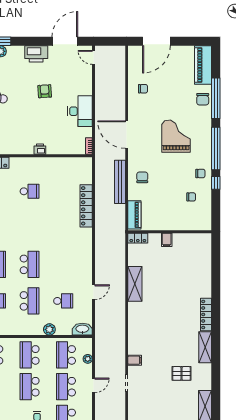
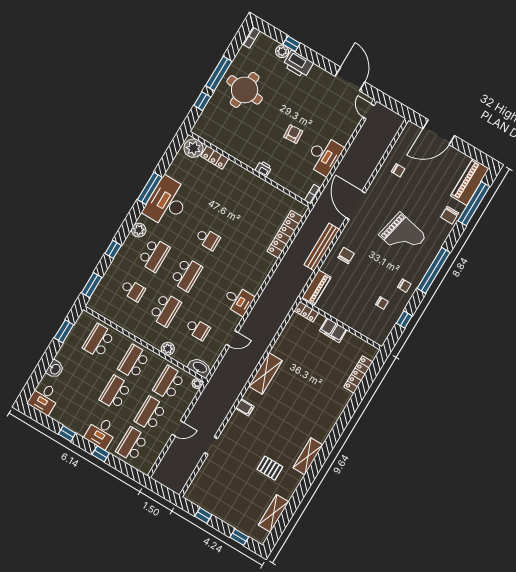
door: (65, 41) -> (350, 79), hinge flipped
printer: (36, 54) -> (298, 64), moved
armchair: (45, 91) -> (293, 134), moved
window: (216, 98) -> (474, 204), moved
grand piano: (176, 136) -> (402, 235), turned 102
window: (216, 183) -> (404, 320), moved
school desk: (30, 191) -> (208, 239), moved
locker: (86, 206) -> (285, 234), moved
filing cabinet: (167, 240) -> (333, 330), width x2.00
desk: (81, 261) -> (238, 300), added
shelving: (135, 284) -> (265, 373), moved
locker: (206, 314) -> (358, 374), moved
plant: (88, 359) -> (197, 383), moved
filing cabinet: (135, 360) -> (245, 407), moved

